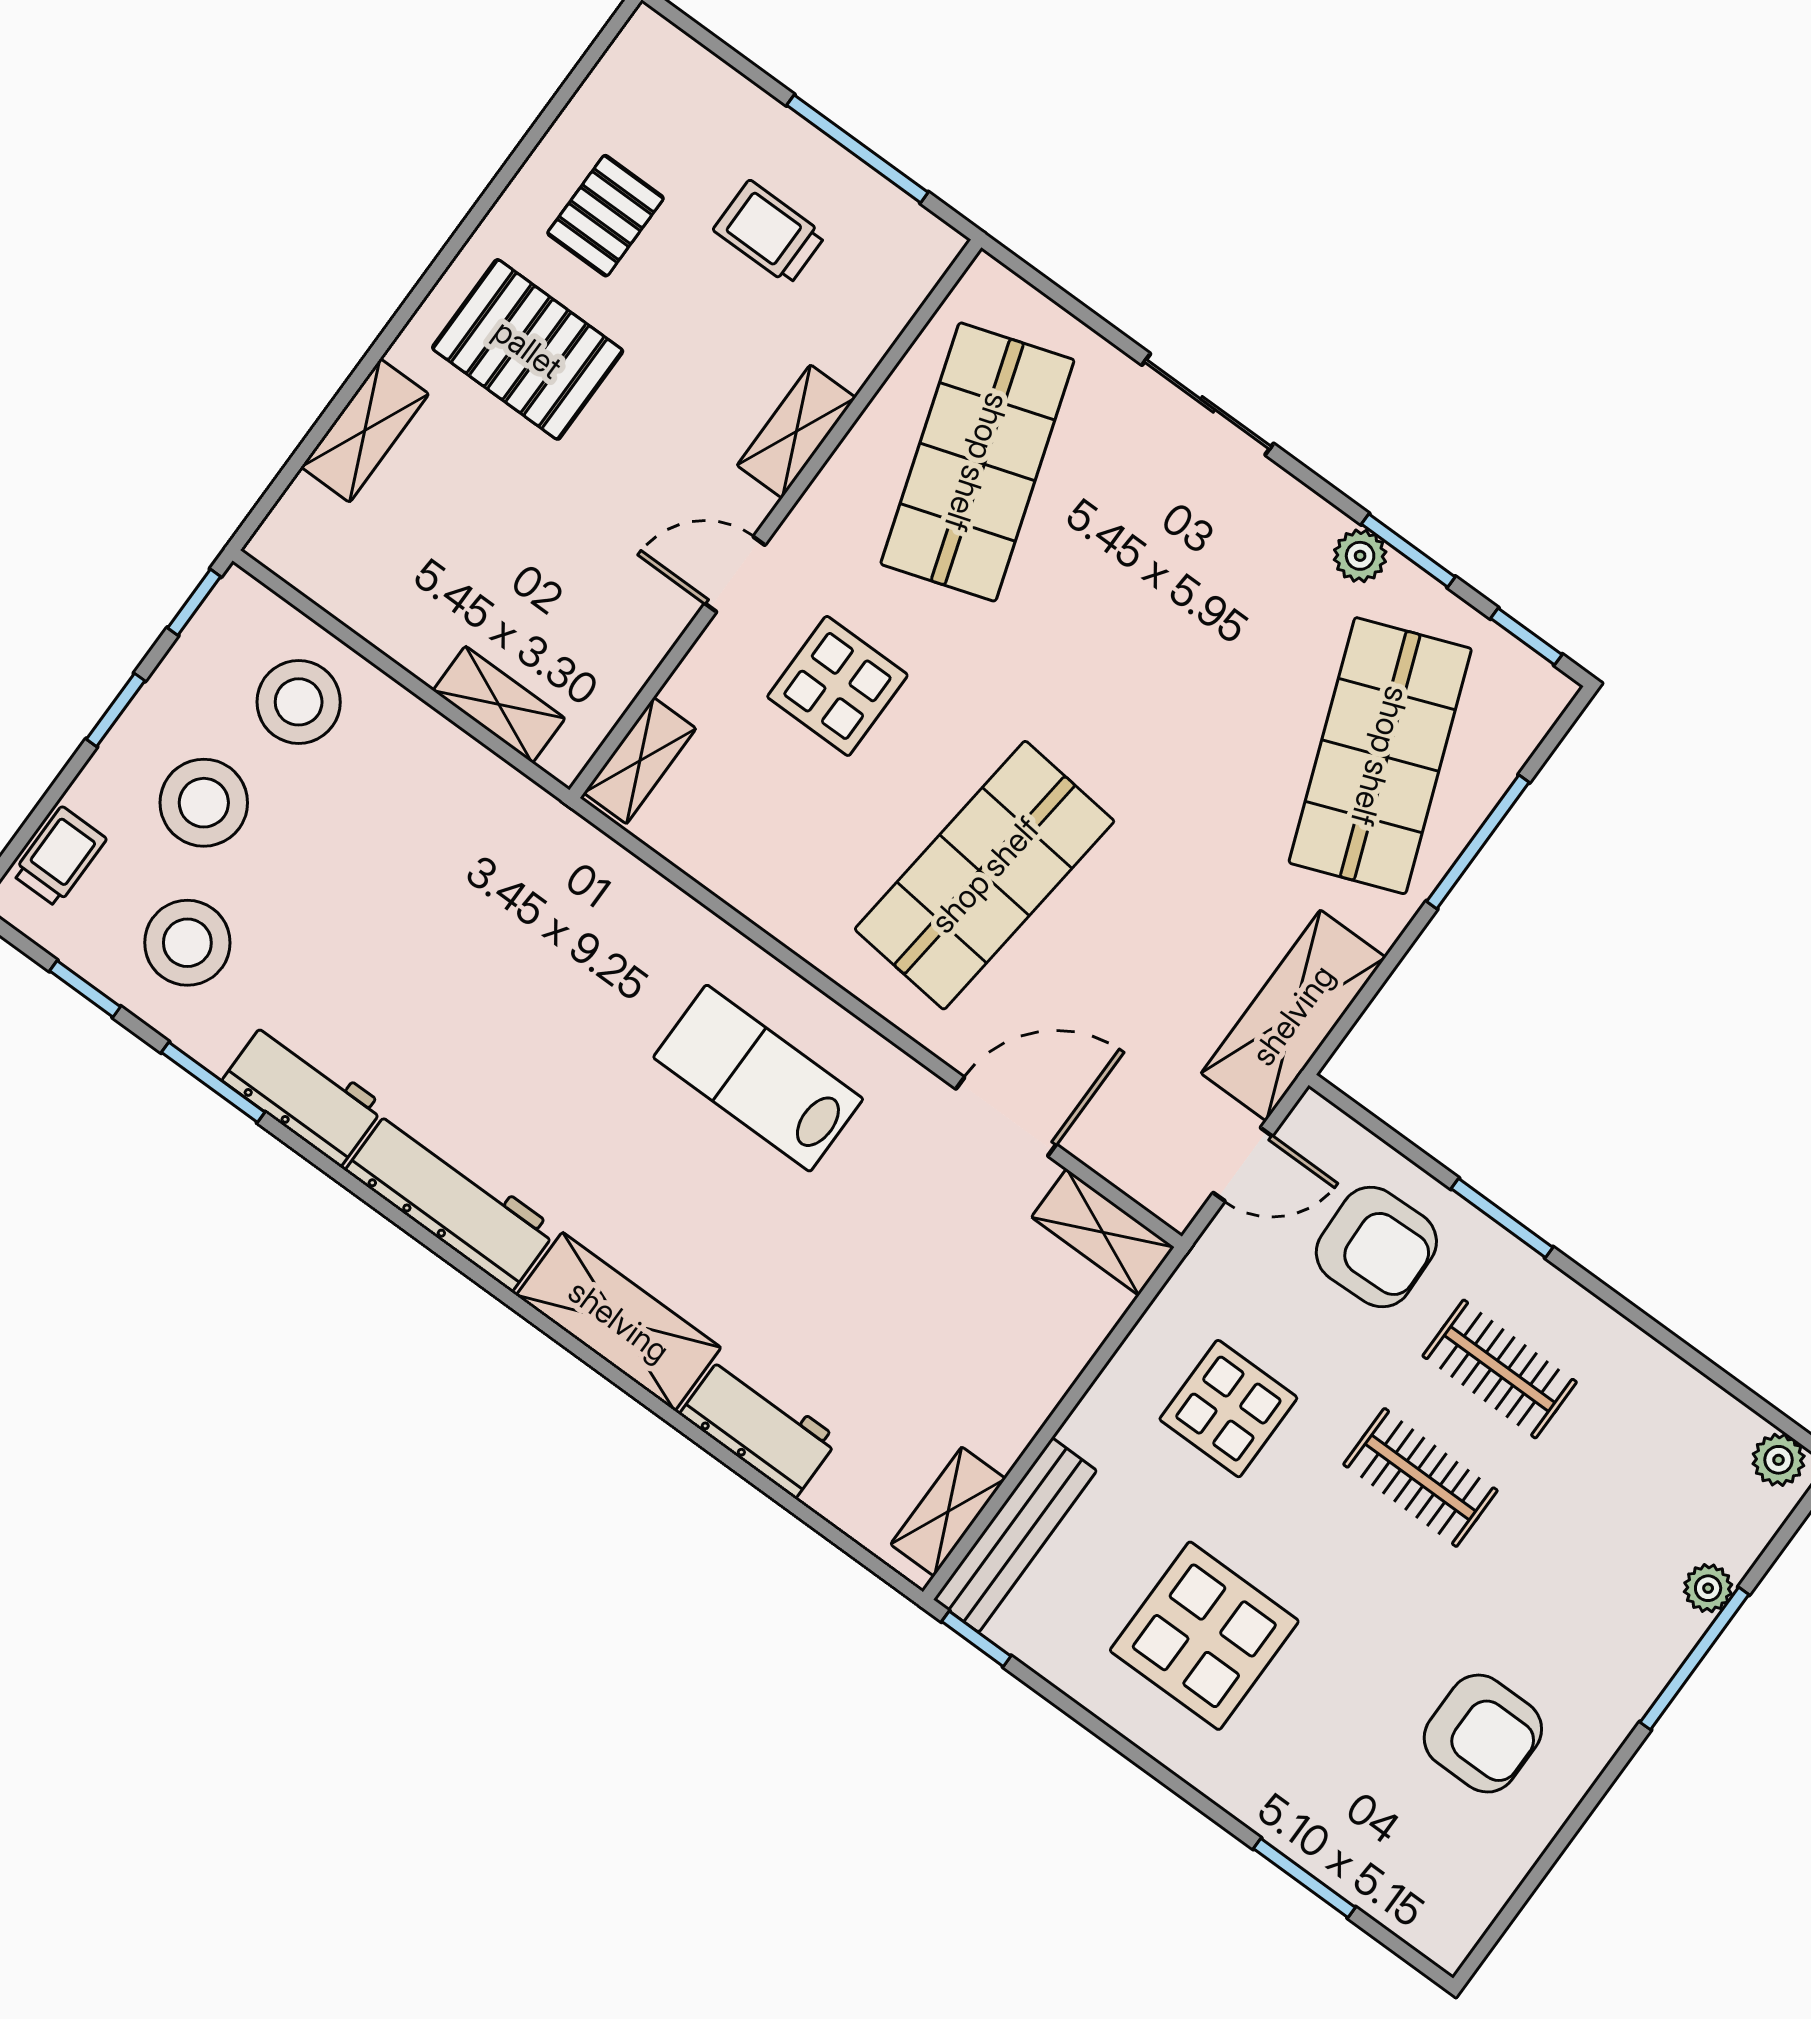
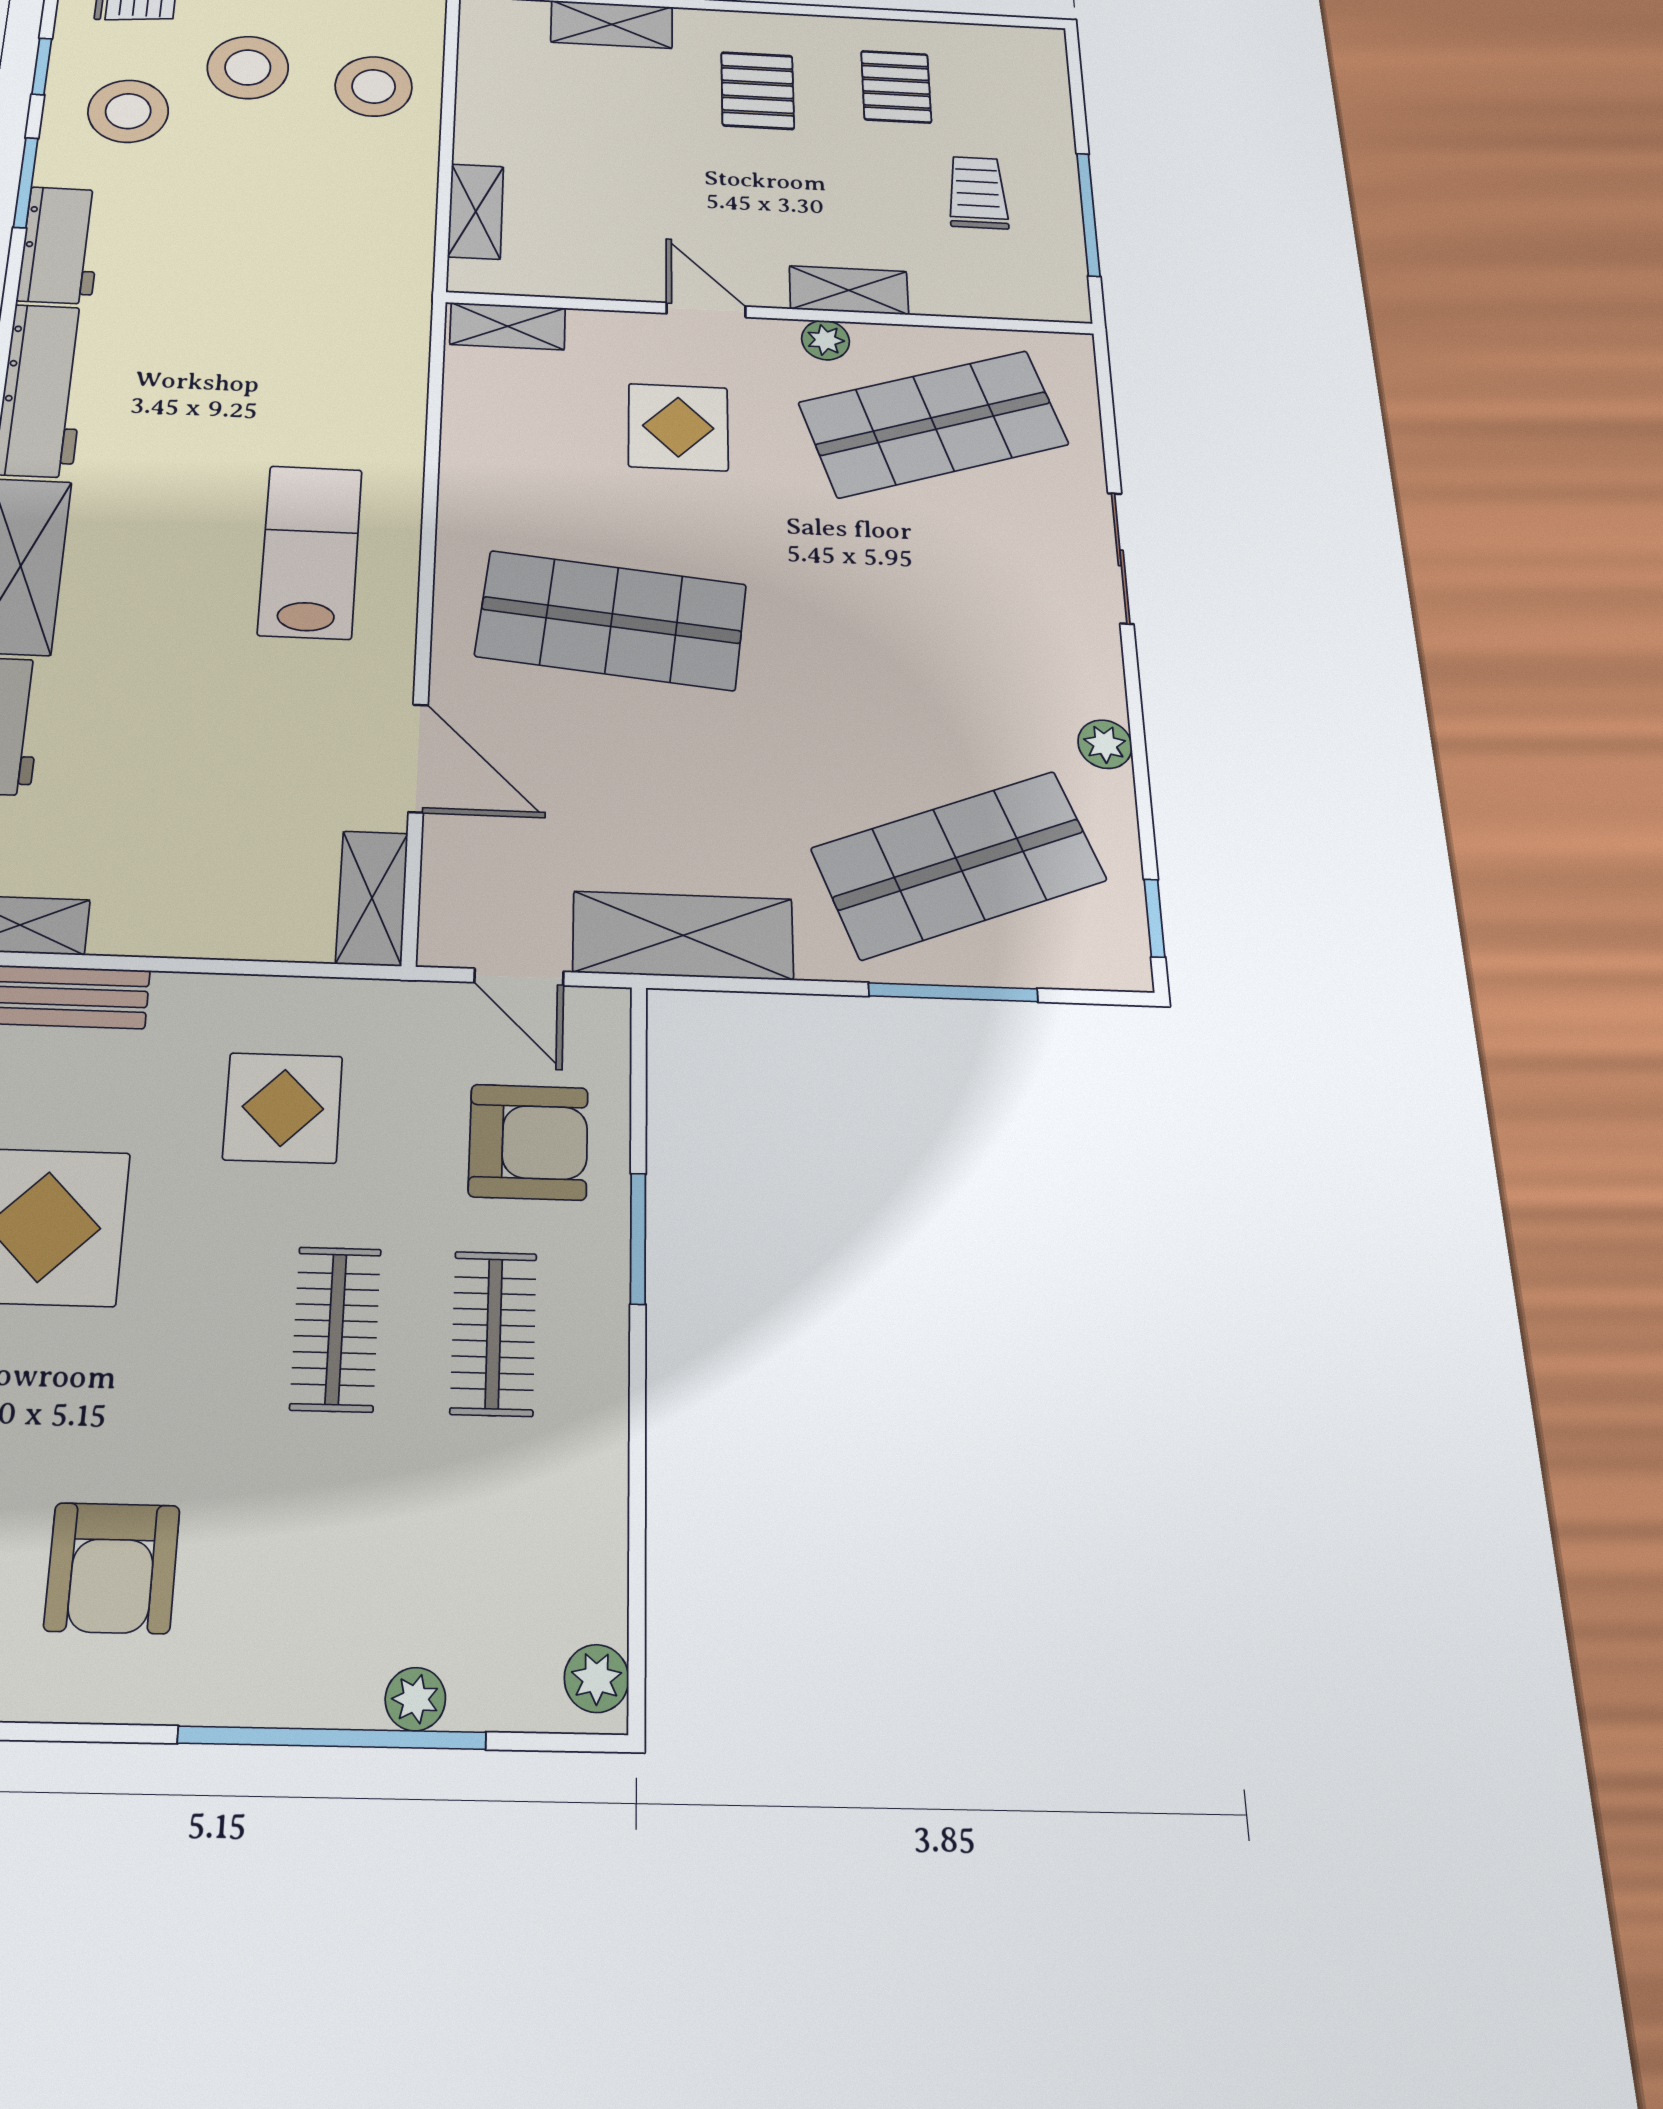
pallet: (606, 216) -> (896, 87), turned 90
pallet: (528, 349) -> (758, 91), width x0.67, depth x0.71
plant: (834, 492) -> (826, 340), added
window: (1408, 550) -> (1141, 779), removed
armchair: (1376, 1247) -> (528, 1142), turned -88
window: (1695, 1658) -> (332, 1738), width x1.46

